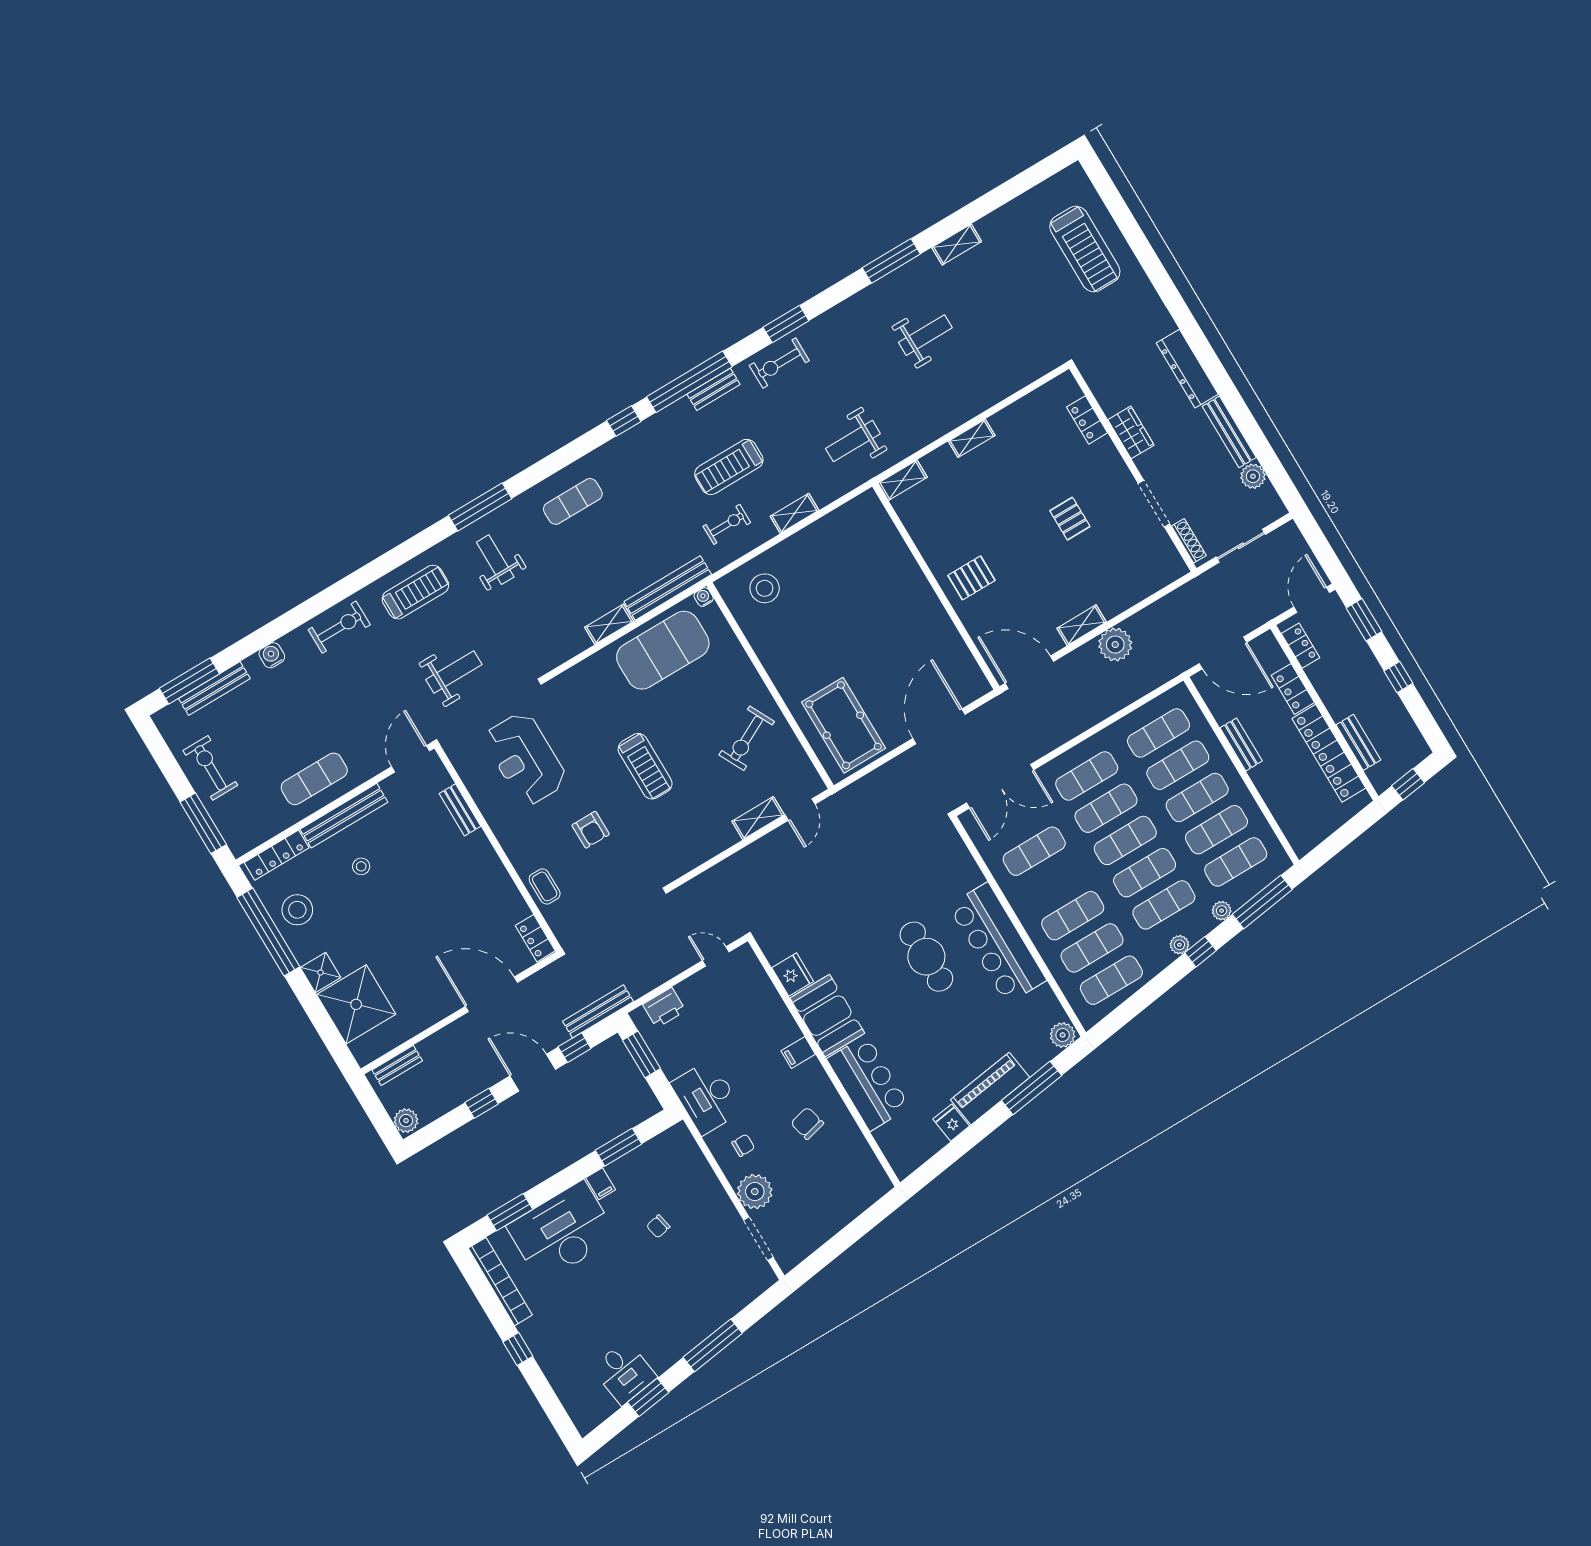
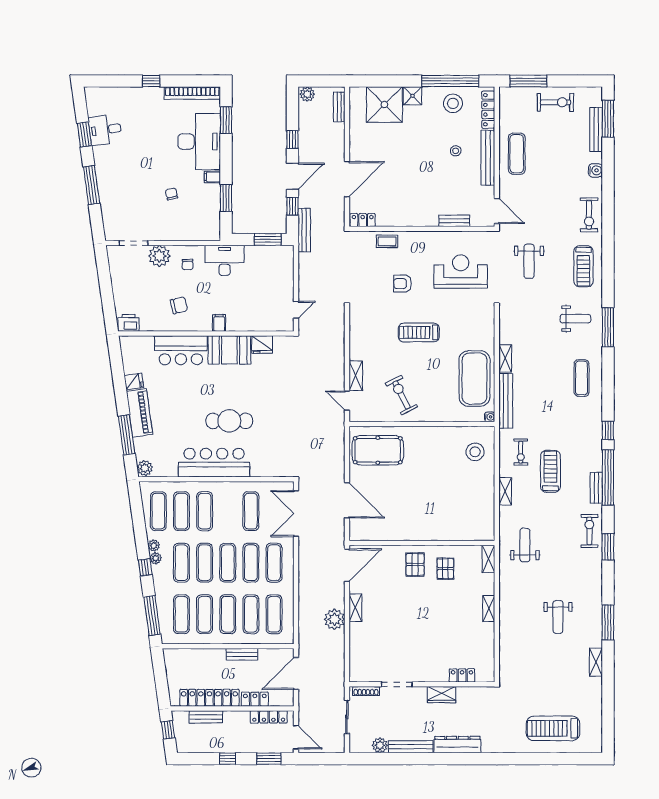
pallet: (1070, 519) -> (445, 569), moved, turned 90
locker: (1301, 646) -> (269, 717), width x1.53
plant: (1222, 911) -> (154, 546), moved
printer: (664, 1008) -> (128, 323), moved, turned 90

